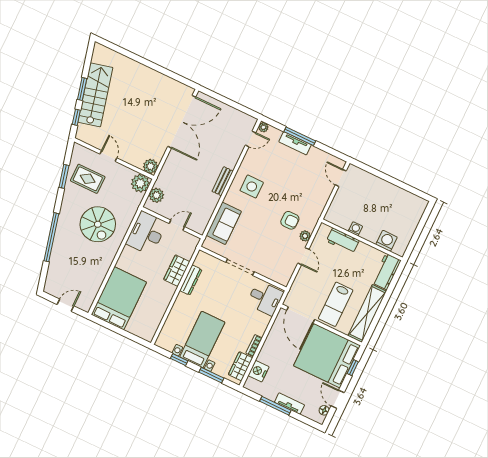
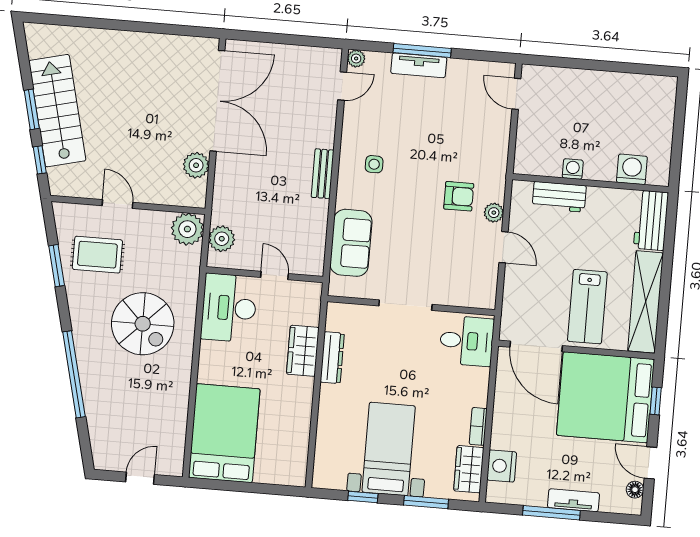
plant: (150, 166) -> (196, 165), moved
side table: (252, 186) -> (374, 164), width x0.54, depth x0.54
door: (177, 225) -> (275, 275), hinge flipped

